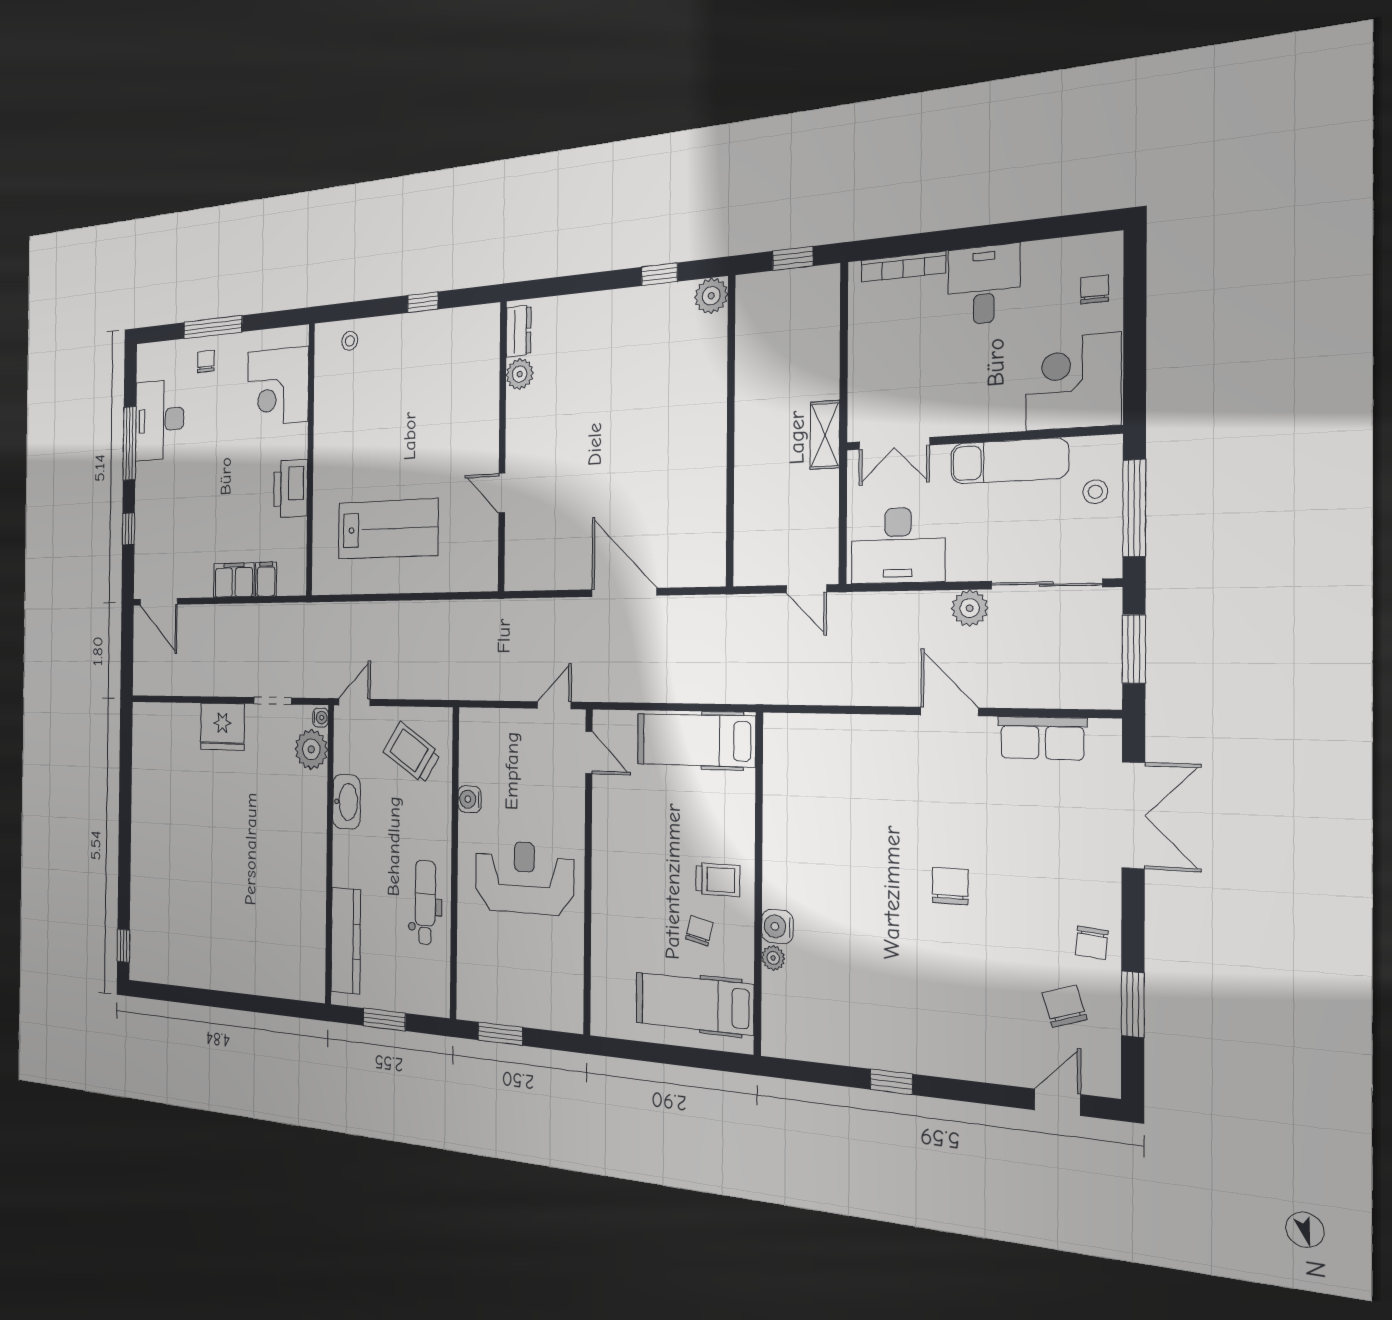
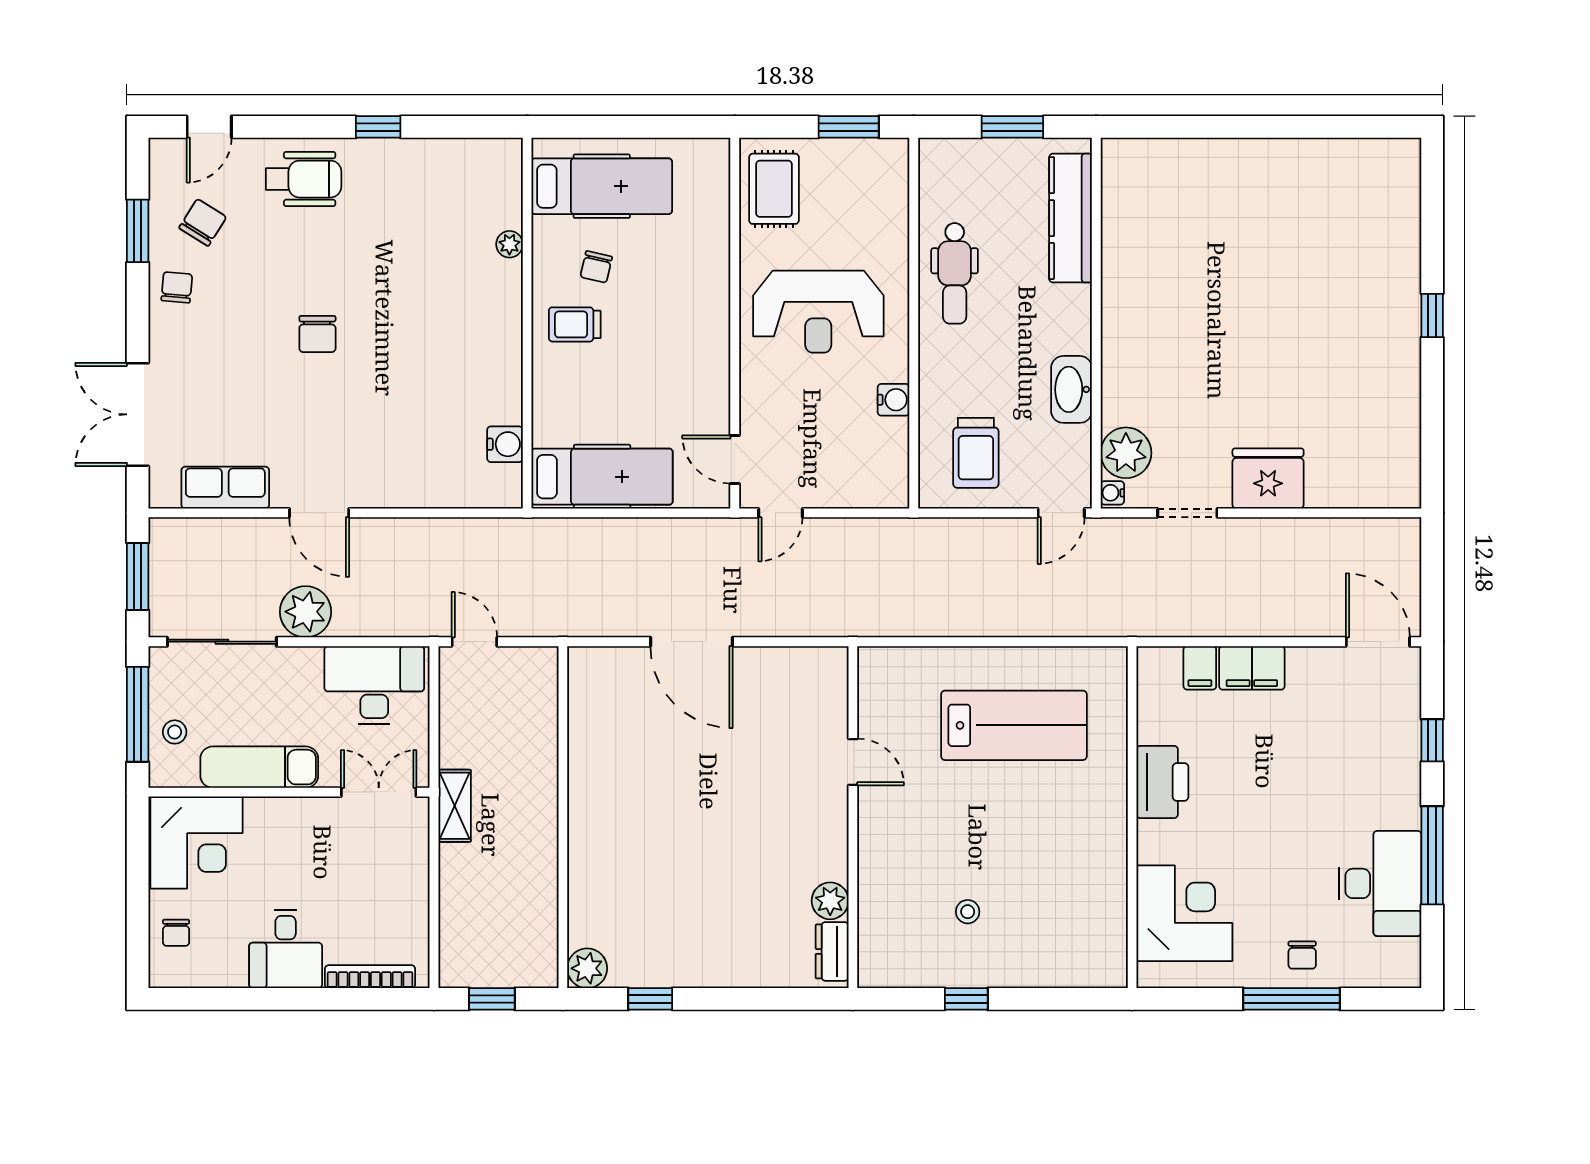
stool: (350, 341) -> (968, 912), moved
lab bench: (388, 529) -> (1014, 725), turned 180
plant: (970, 608) -> (306, 612), width x1.36, depth x1.36
trolley: (412, 753) -> (976, 453), turned 57
water cooler: (777, 927) -> (505, 444), moved
window: (123, 946) -> (1432, 315), moved
rug: (557, 987) -> (774, 189), added
chair: (1064, 1006) -> (203, 222), turned -130
wheelchair: (963, 1039) -> (304, 179), added

